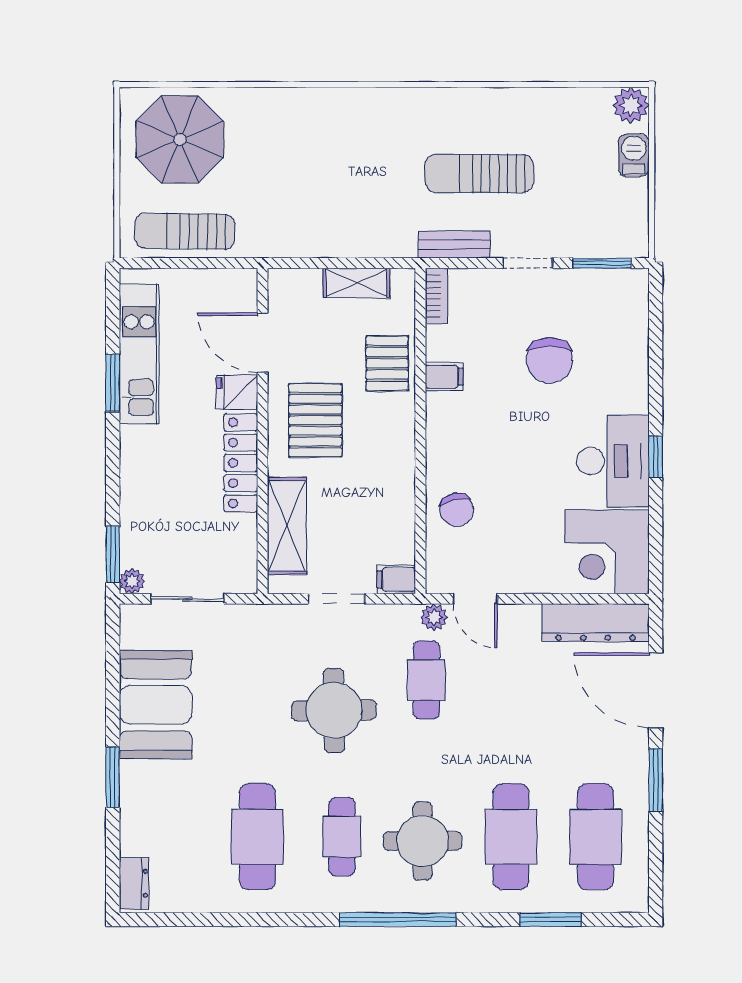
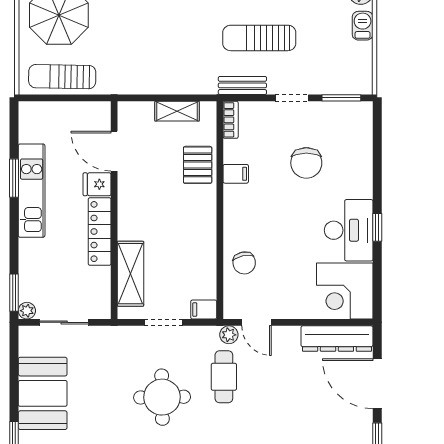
kitchen unit: (139, 354) -> (32, 191), moved
pallet: (315, 420) -> (150, 203), removed

